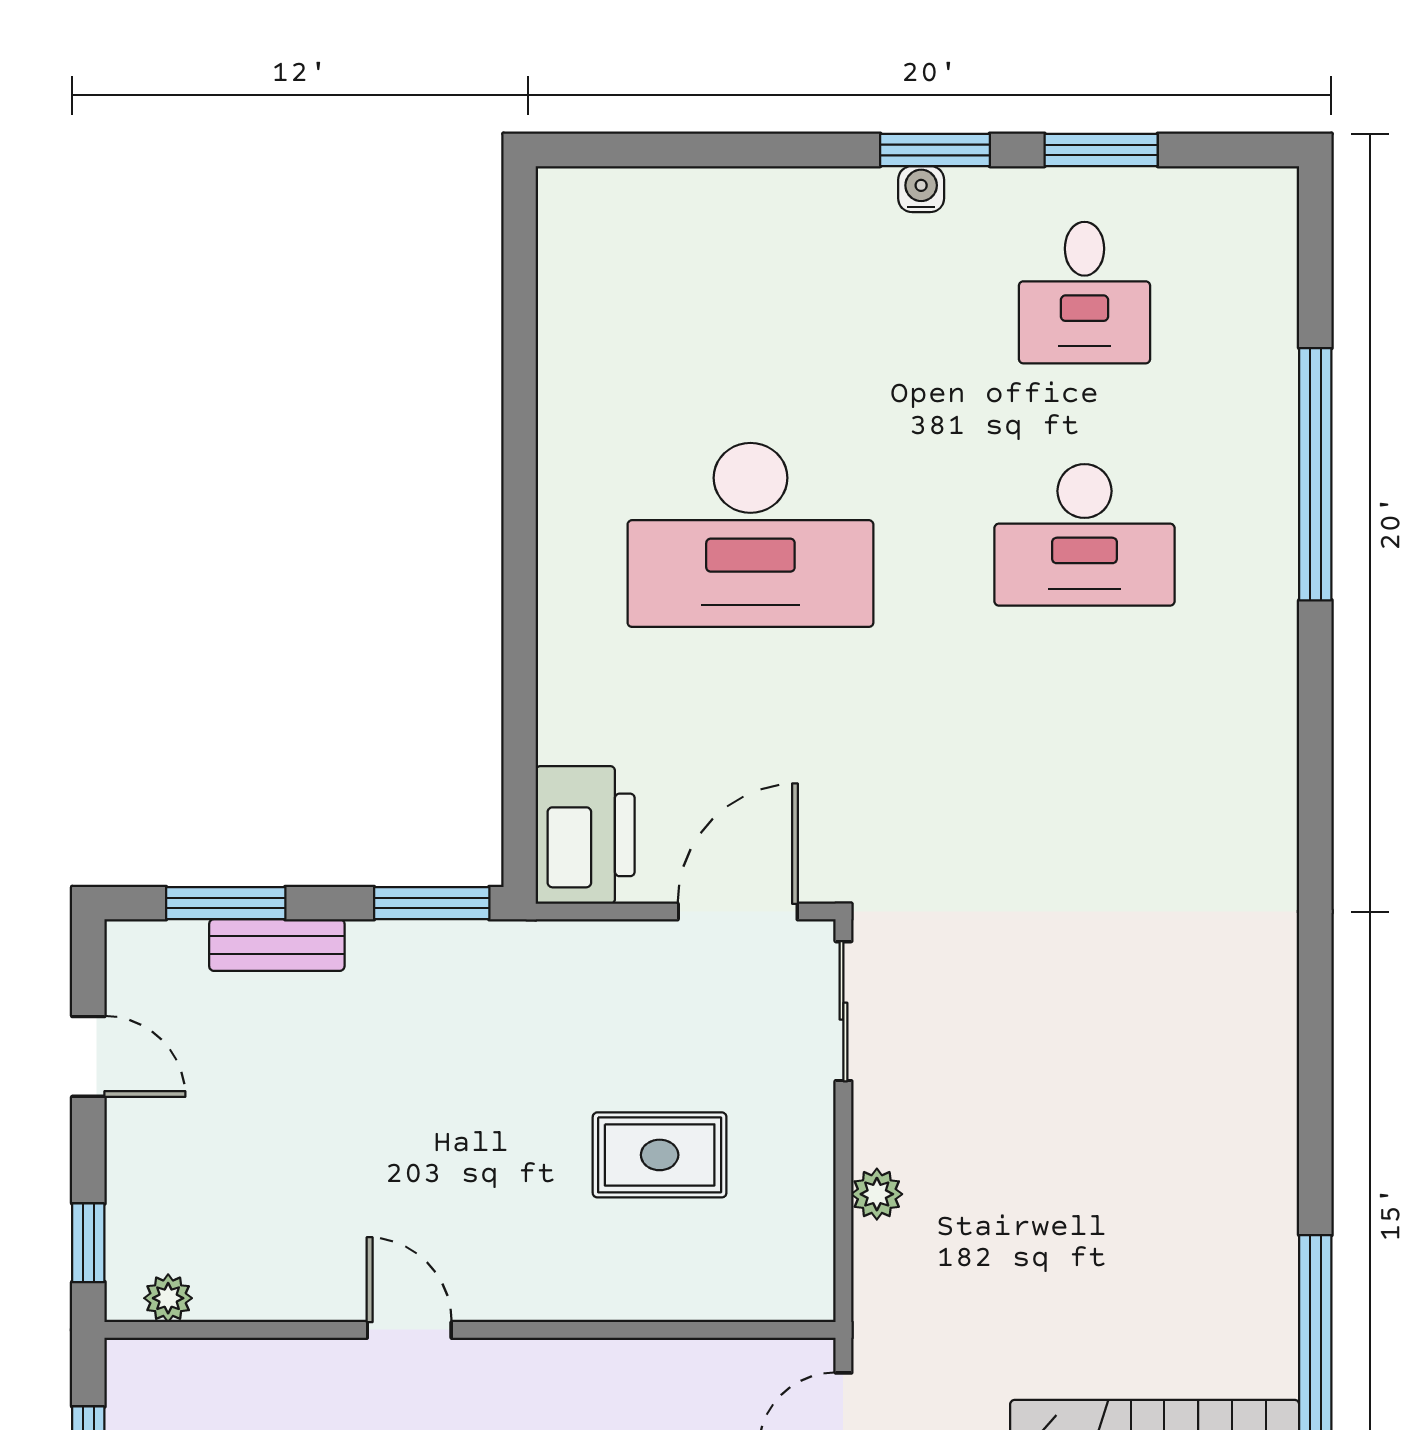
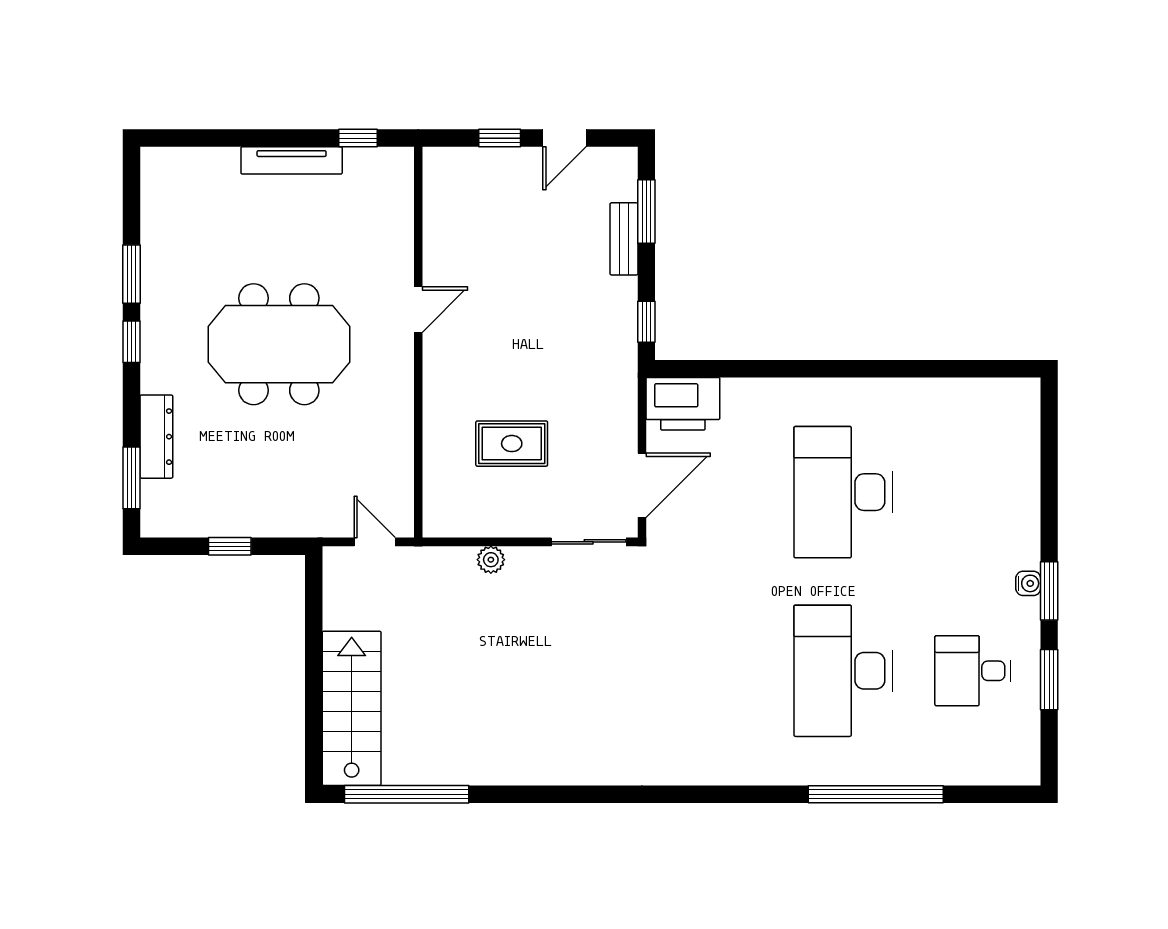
desk: (1084, 535) -> (843, 671), width x1.36, depth x1.30
window: (432, 903) -> (646, 322), width x0.67
door: (738, 912) -> (642, 485), hinge flipped
rug: (660, 1155) -> (512, 444), turned 90
window: (88, 1243) -> (500, 138), moved
plant: (168, 1298) -> (435, 181), removed

